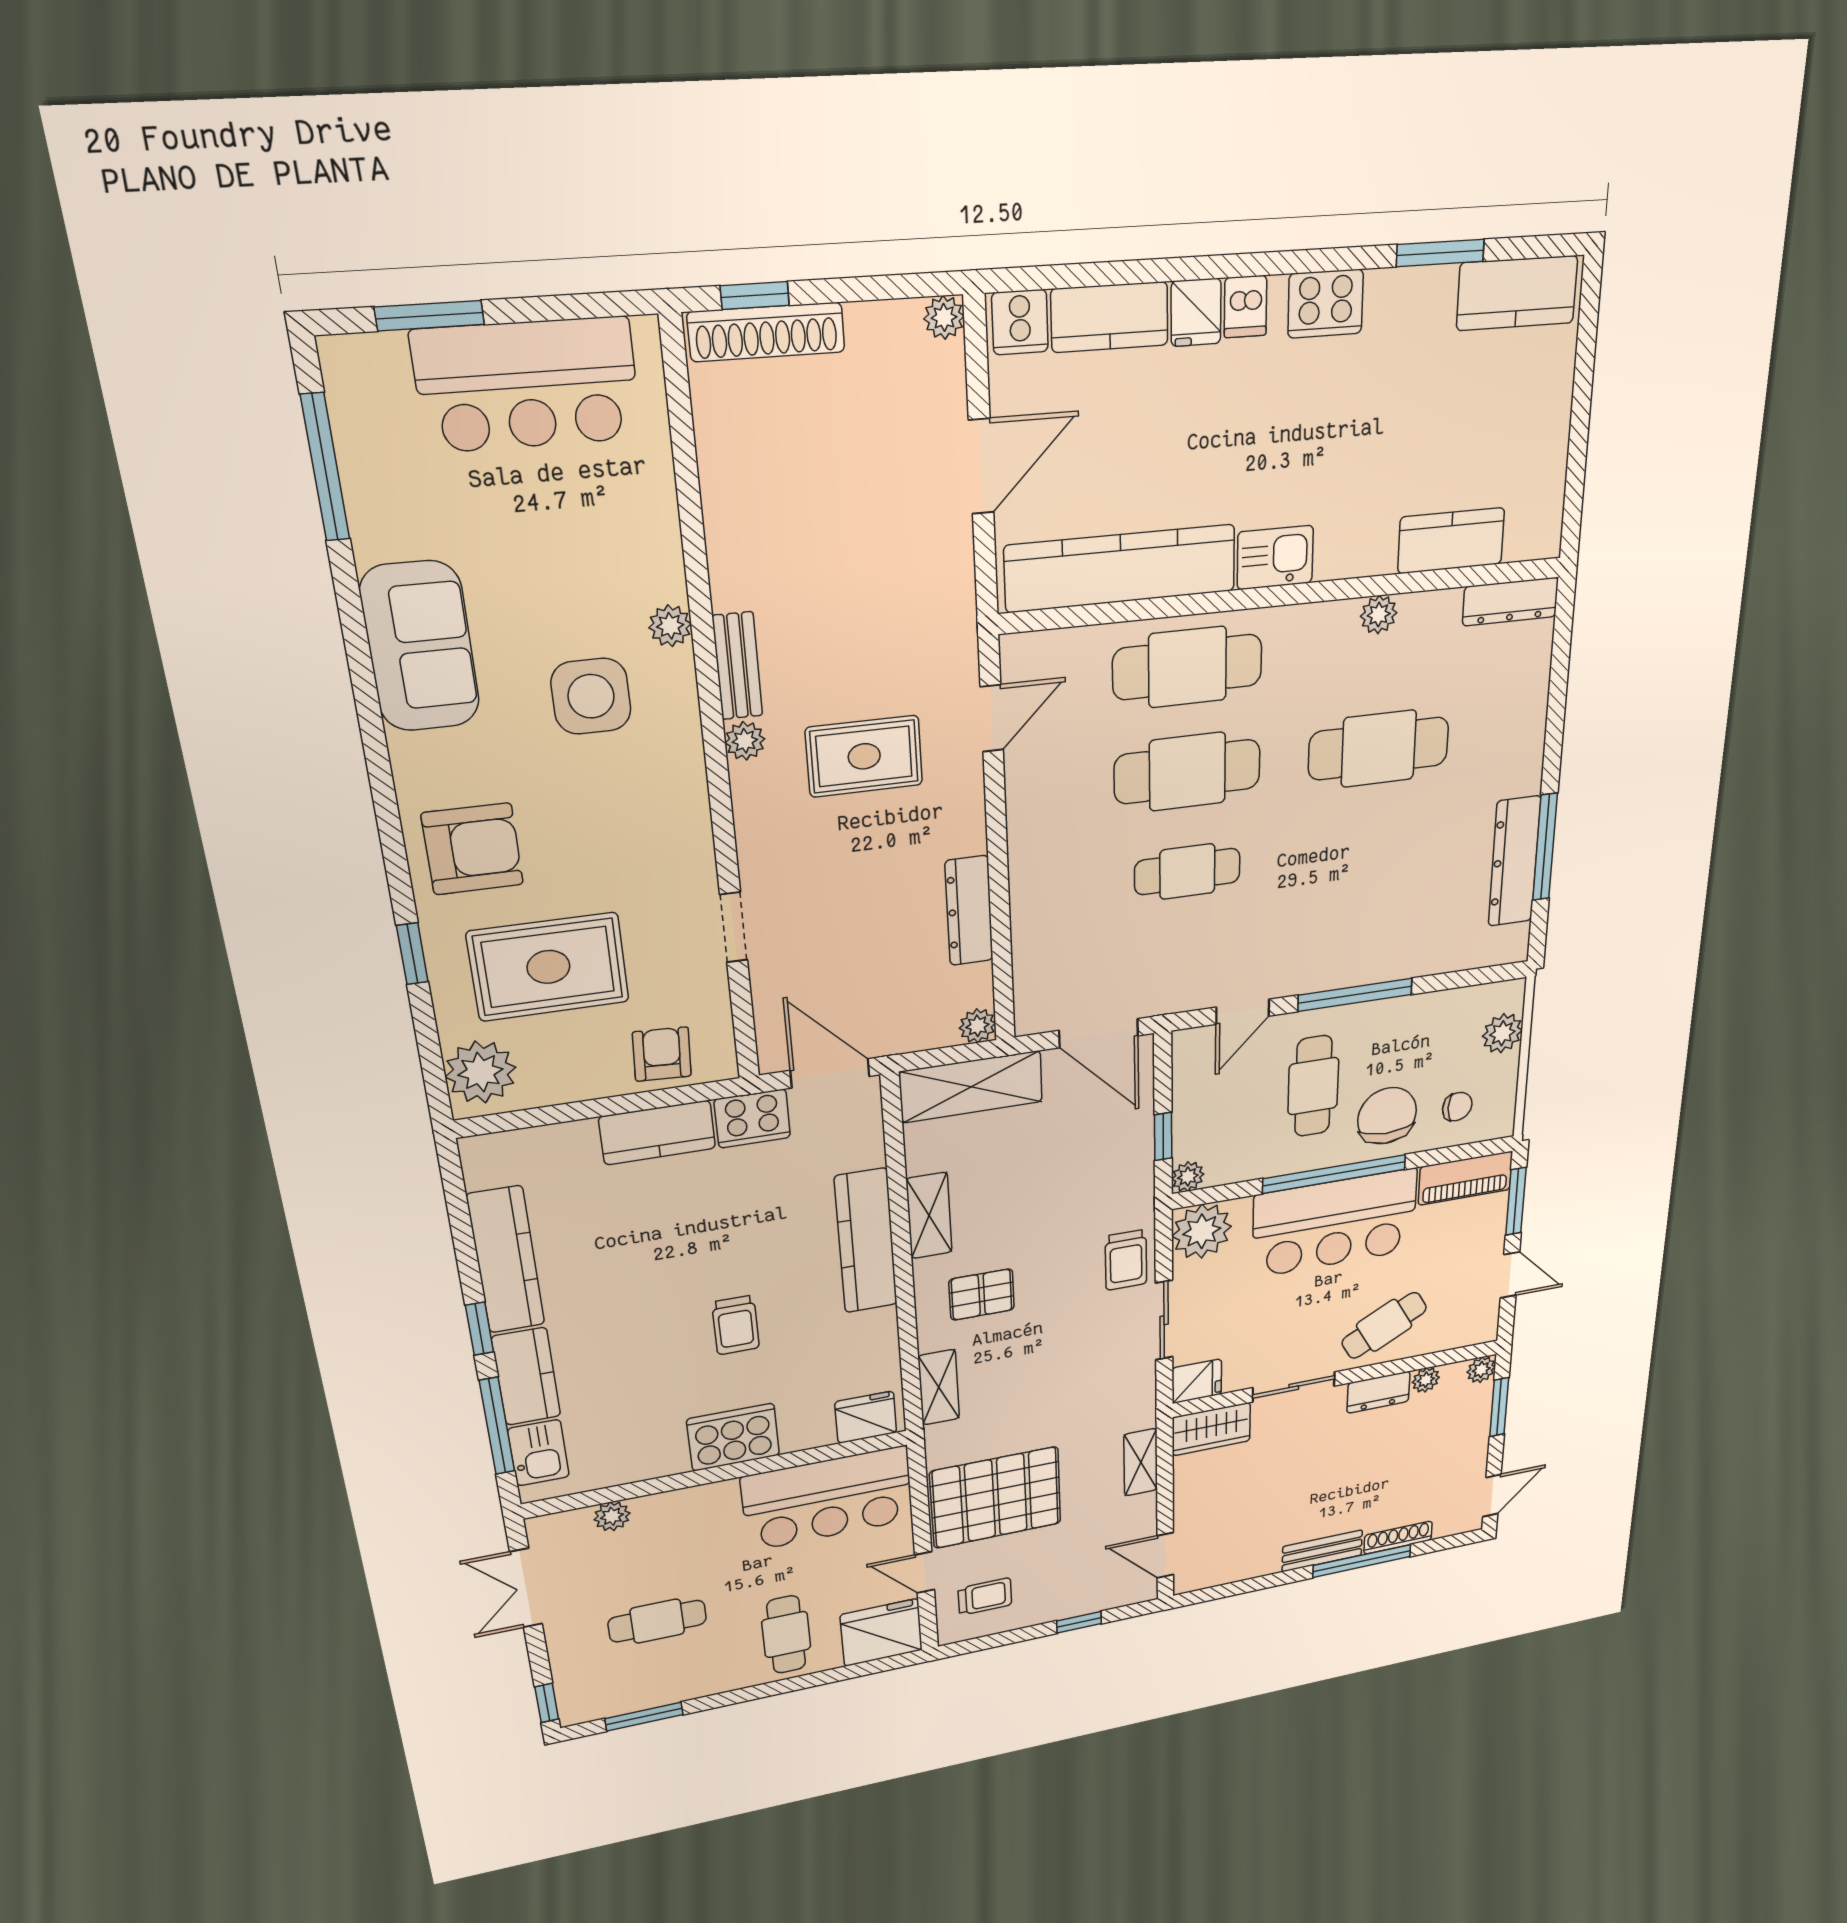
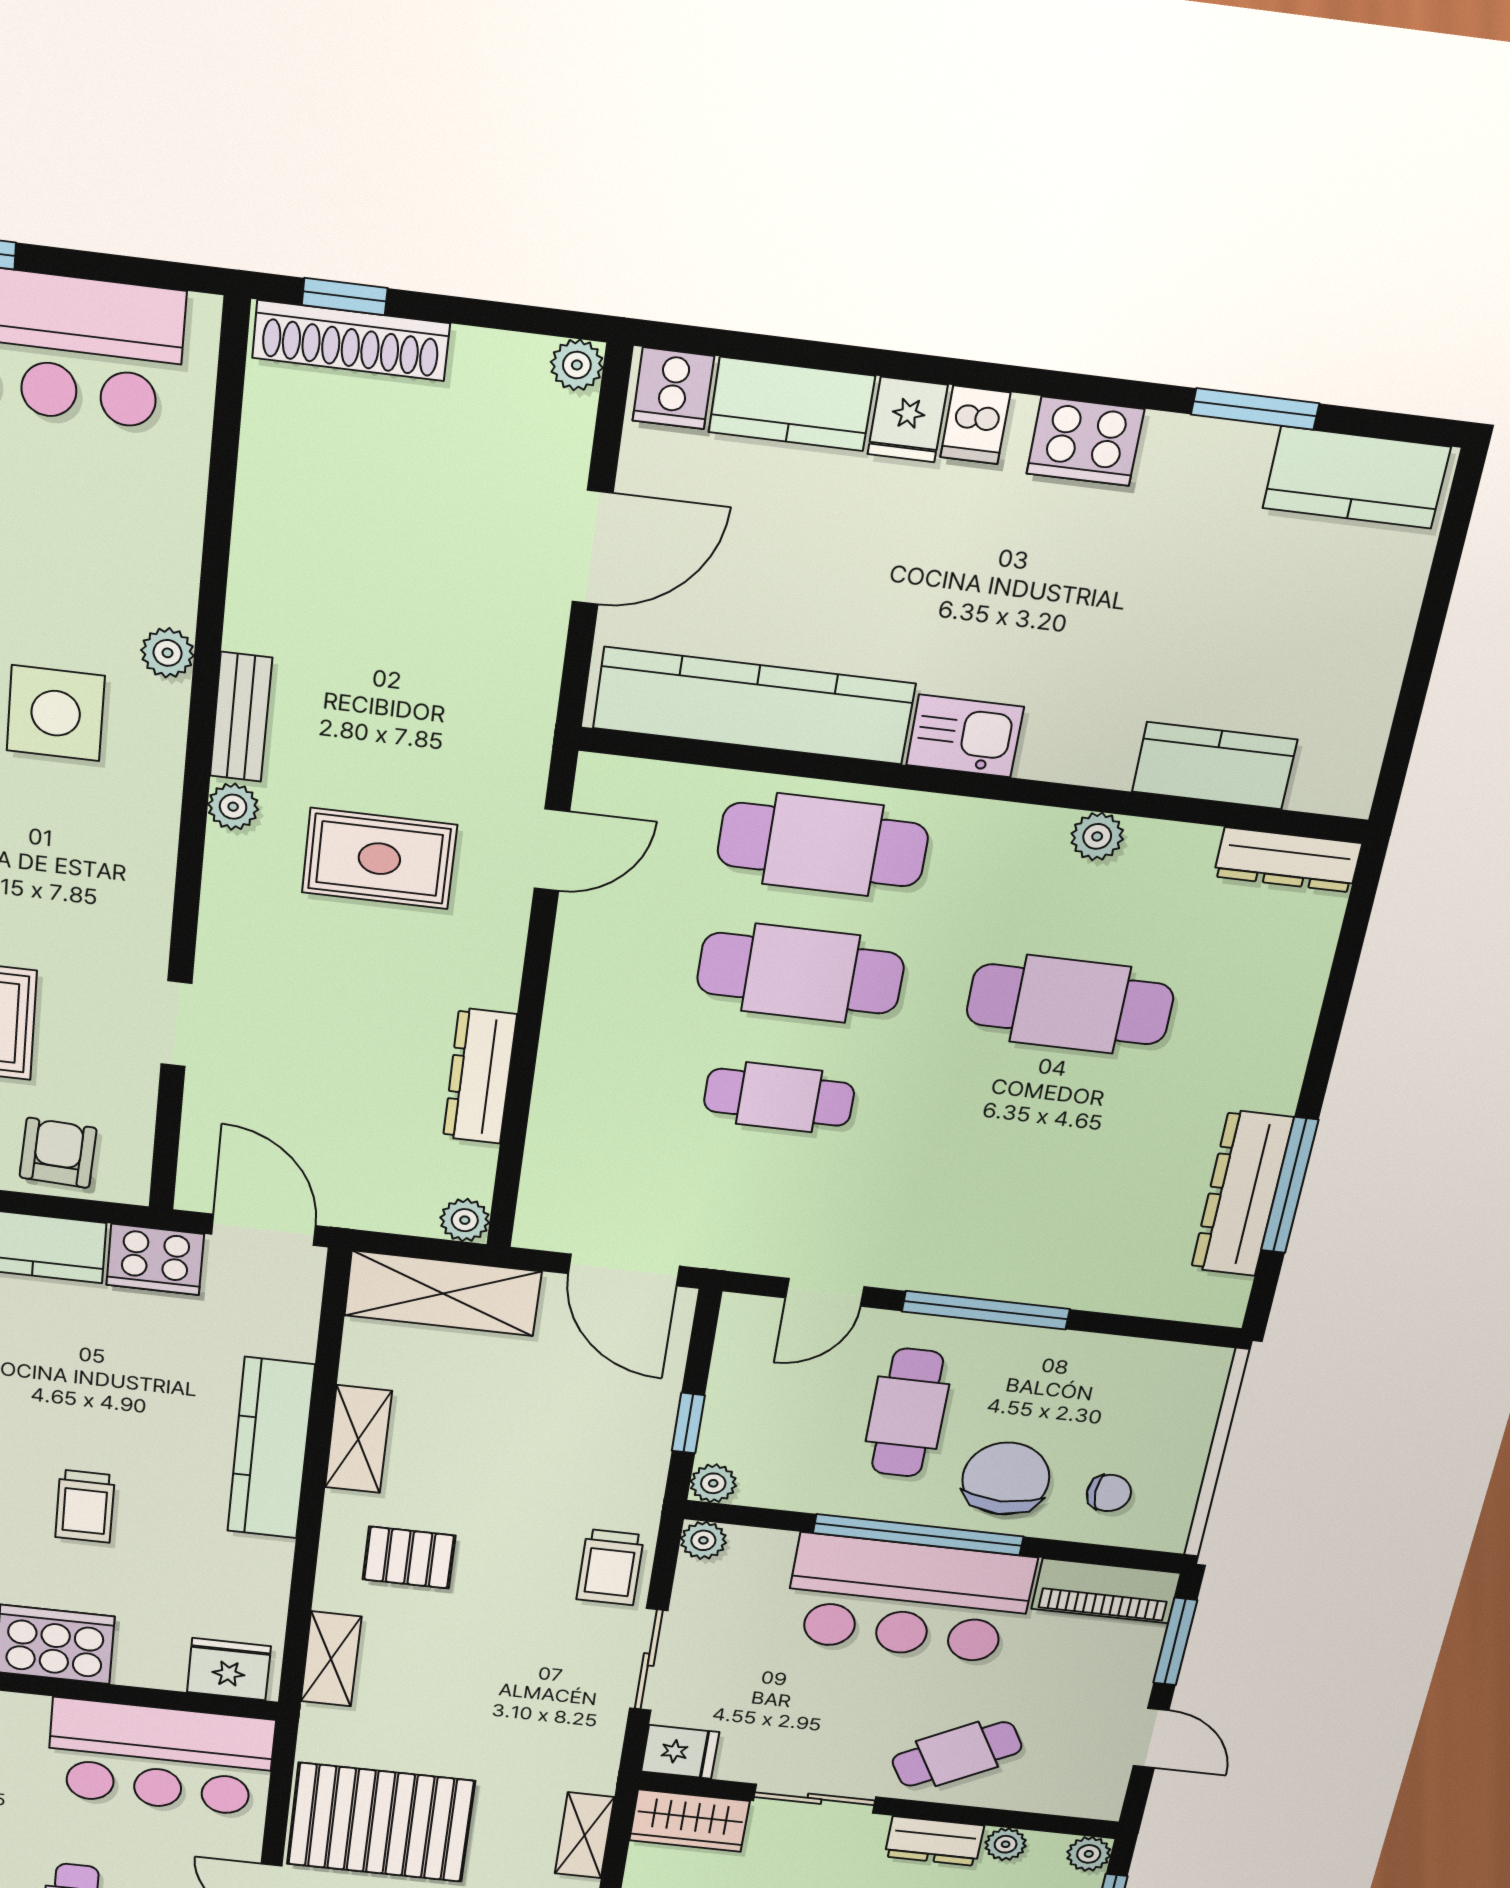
plant: (1502, 1033) -> (1190, 1413), removed
plant: (1202, 1231) -> (703, 1540), width x0.53, depth x0.53

